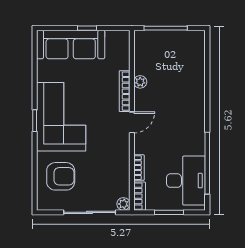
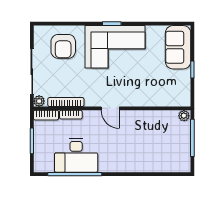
sofa: (71, 45) -> (178, 47), width x0.73
plant: (140, 82) -> (184, 116), moved
bookcase: (125, 91) -> (66, 102), moved
desk: (186, 181) -> (76, 155), moved

